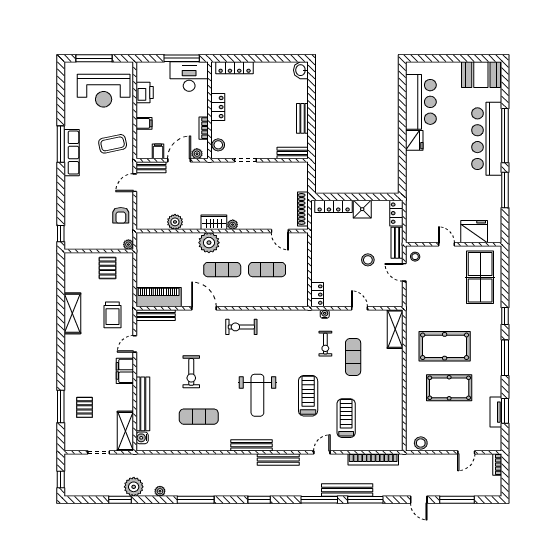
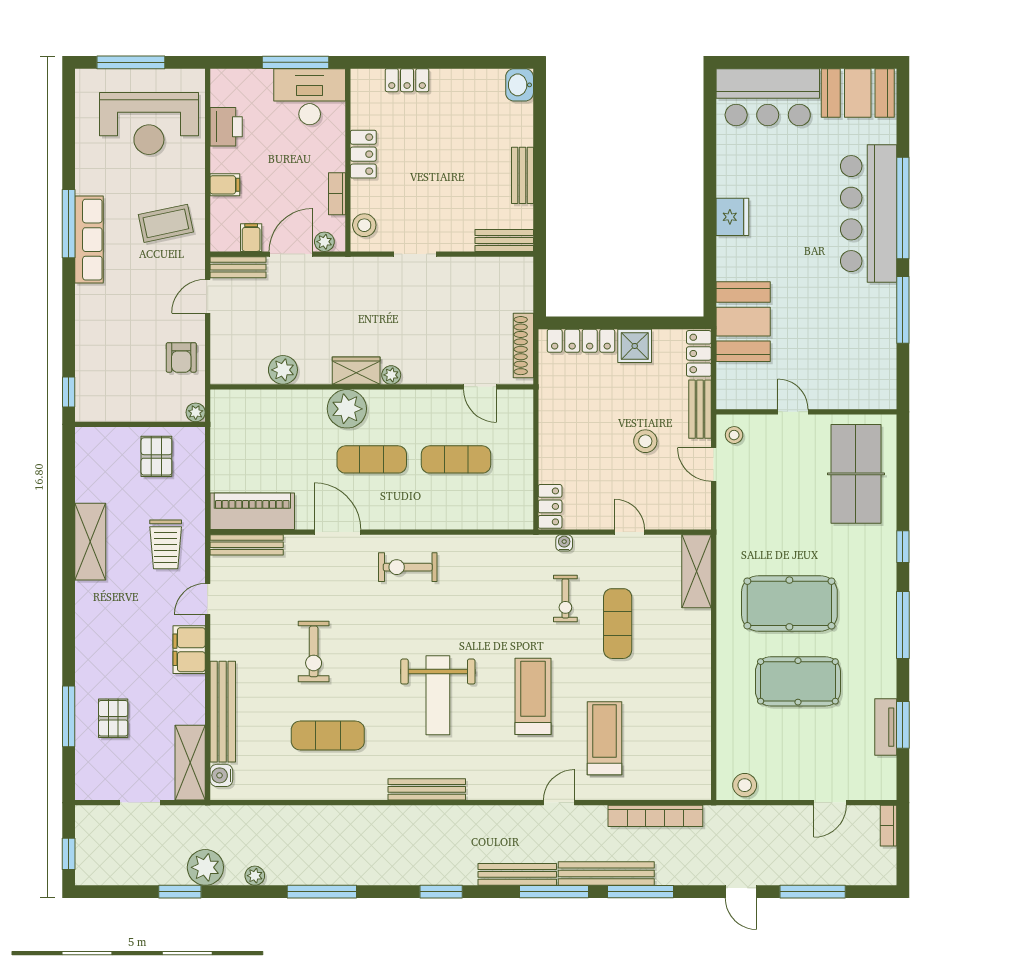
locker: (235, 68) -> (407, 80), width x0.66
bar counter: (421, 102) -> (768, 97), moved, turned 90
booth: (420, 196) -> (743, 322), added
fridge: (474, 232) -> (845, 388), removed
bench: (278, 460) -> (517, 874), moved

